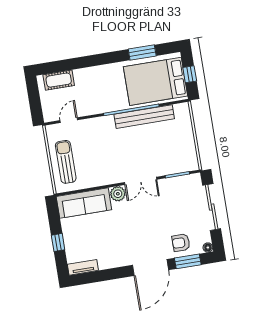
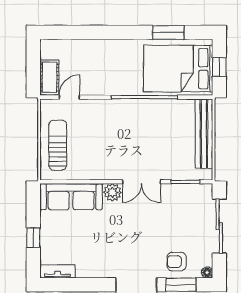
cot: (59, 80) -> (49, 77), moved, turned 90
bench: (144, 117) -> (204, 134), moved, turned 90

